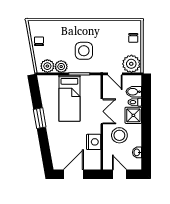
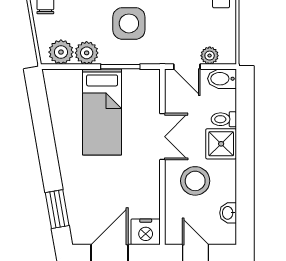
plant: (131, 64) -> (210, 56), width x0.53, depth x0.53
bidet: (134, 92) -> (222, 79), moved
window: (40, 118) -> (57, 209), moved
nightstand: (94, 142) -> (146, 232), moved, turned 90

